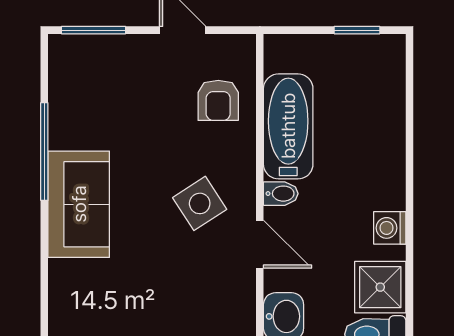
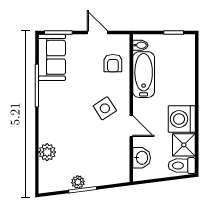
bidet: (281, 194) -> (140, 45), moved
sofa: (79, 204) -> (52, 57), moved
washing machine: (390, 228) -> (182, 119), width x1.89, depth x1.89
plant: (68, 304) -> (47, 152), added

